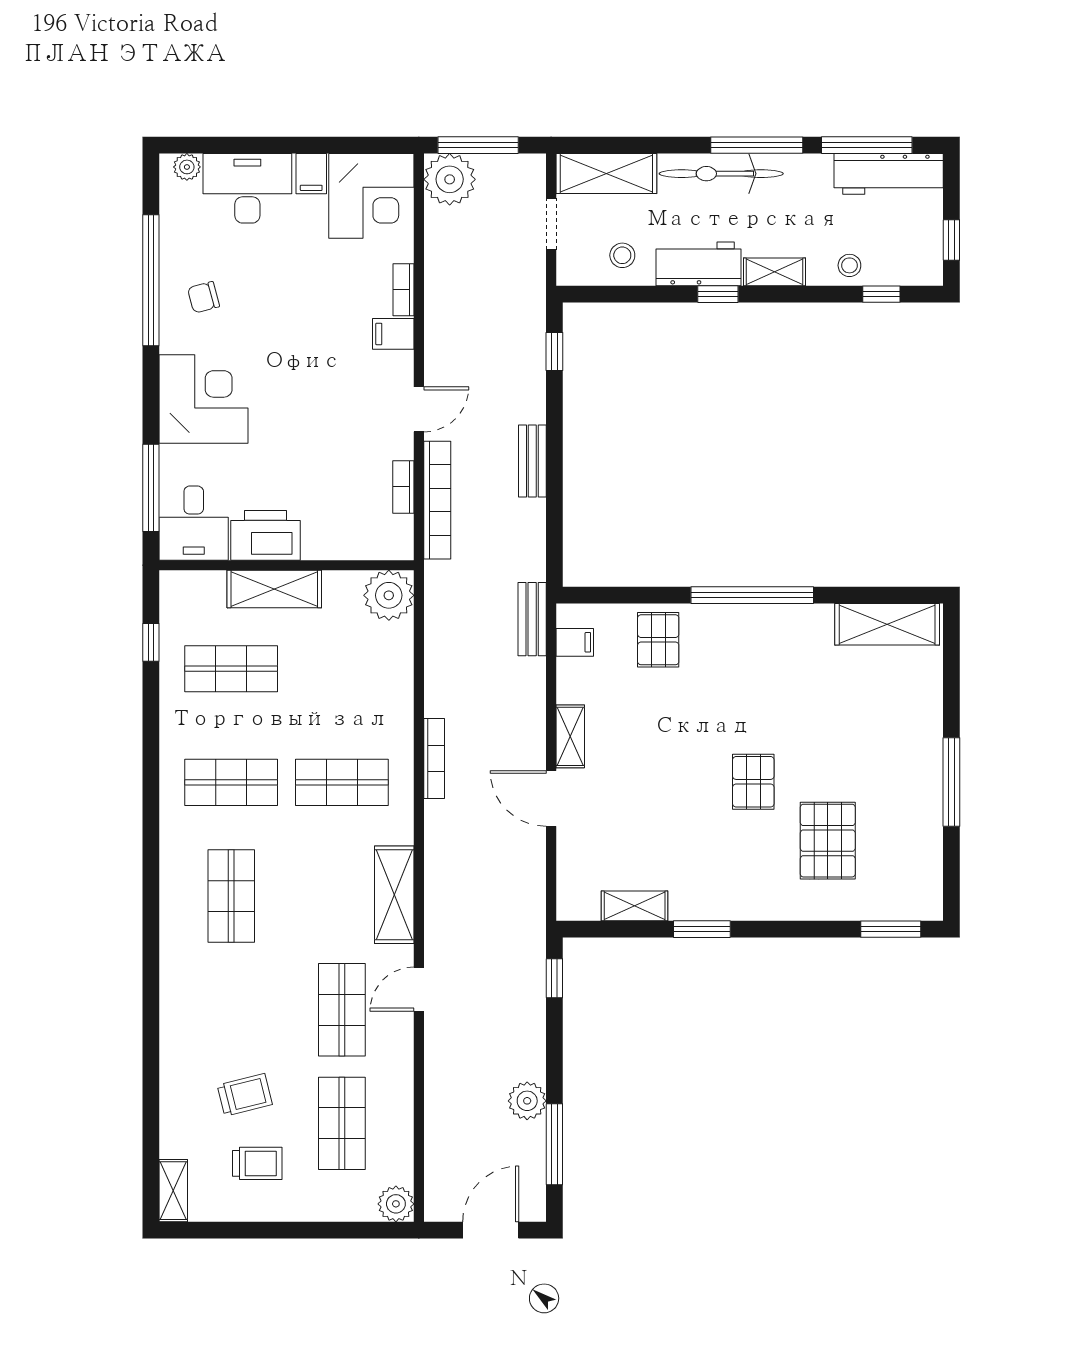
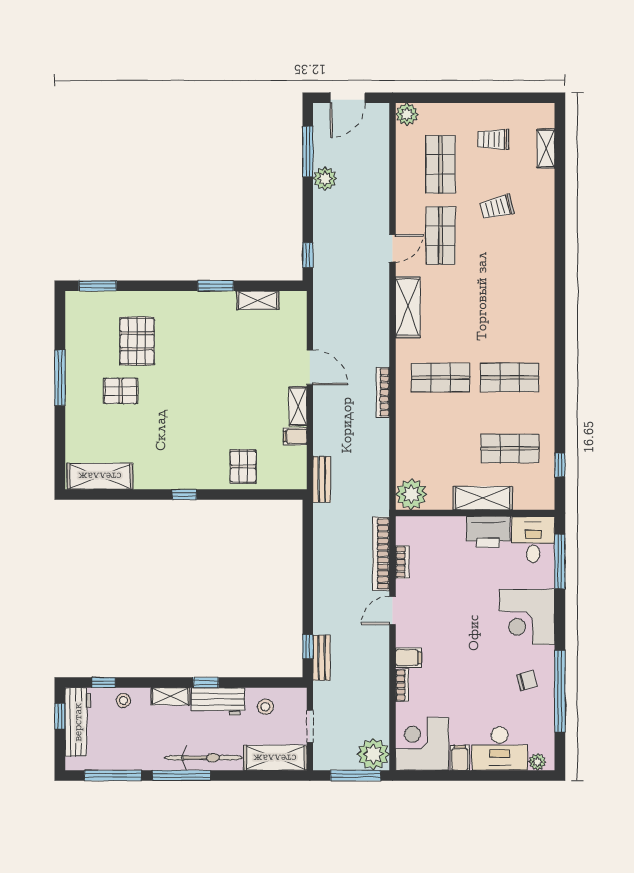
workbench: (889, 174) -> (78, 722), moved, turned 90
bench: (532, 461) -> (322, 658), moved
window: (752, 595) -> (184, 494), width x0.32
filing cabinet: (575, 642) -> (295, 436), moved
pallet: (753, 782) -> (121, 391), moved, turned 90
shop shelf: (231, 896) -> (510, 306), removed
trolley: (245, 1095) -> (497, 207), moved
shelving: (173, 1191) -> (546, 149), moved

